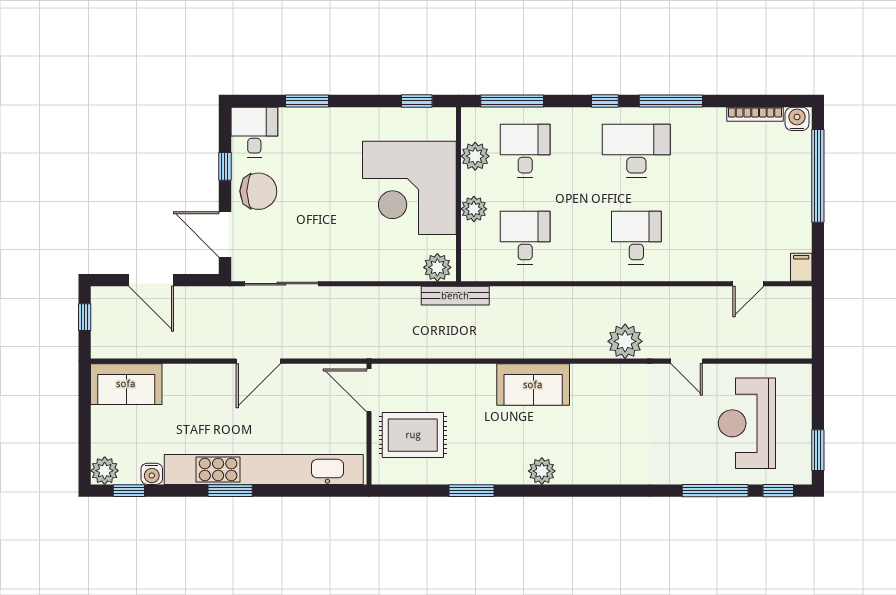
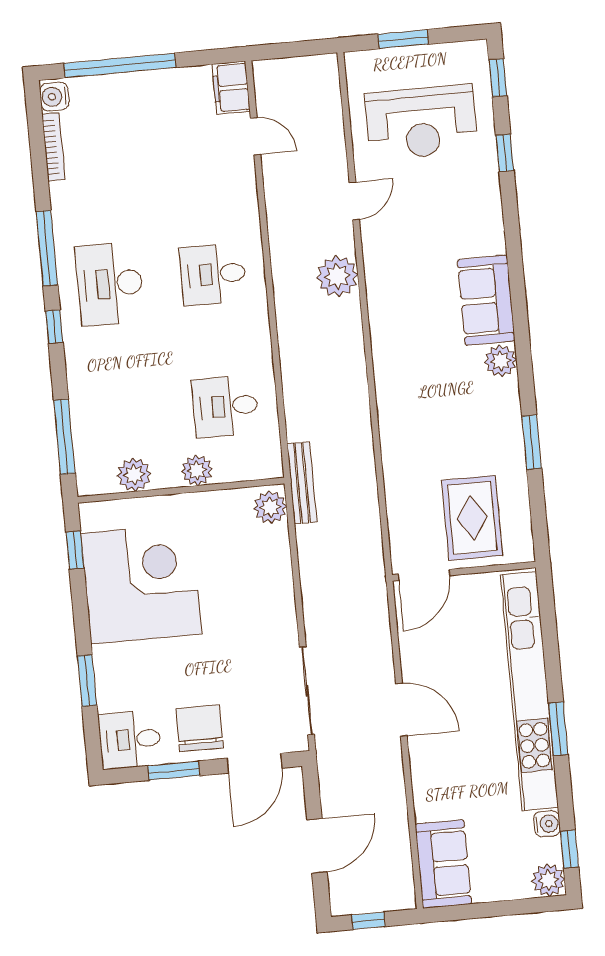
desk: (525, 151) -> (122, 416), removed
window: (225, 166) -> (174, 771), width x1.50
corner desk: (409, 188) -> (141, 584), moved, turned -90
filing cabinet: (801, 267) -> (231, 88), width x2.00
sofa: (533, 385) -> (486, 300), moved, turned 180
window: (818, 450) -> (403, 39), moved
window: (715, 491) -> (505, 153), width x0.46

